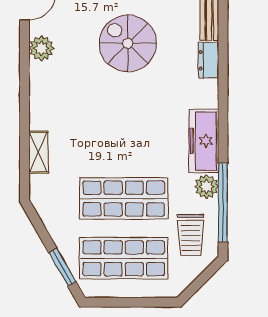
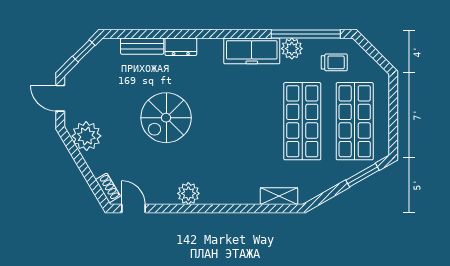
plant: (41, 48) -> (188, 193), moved
shelving: (38, 152) -> (279, 196), moved
trolley: (191, 235) -> (334, 62), width x0.73, depth x0.72

